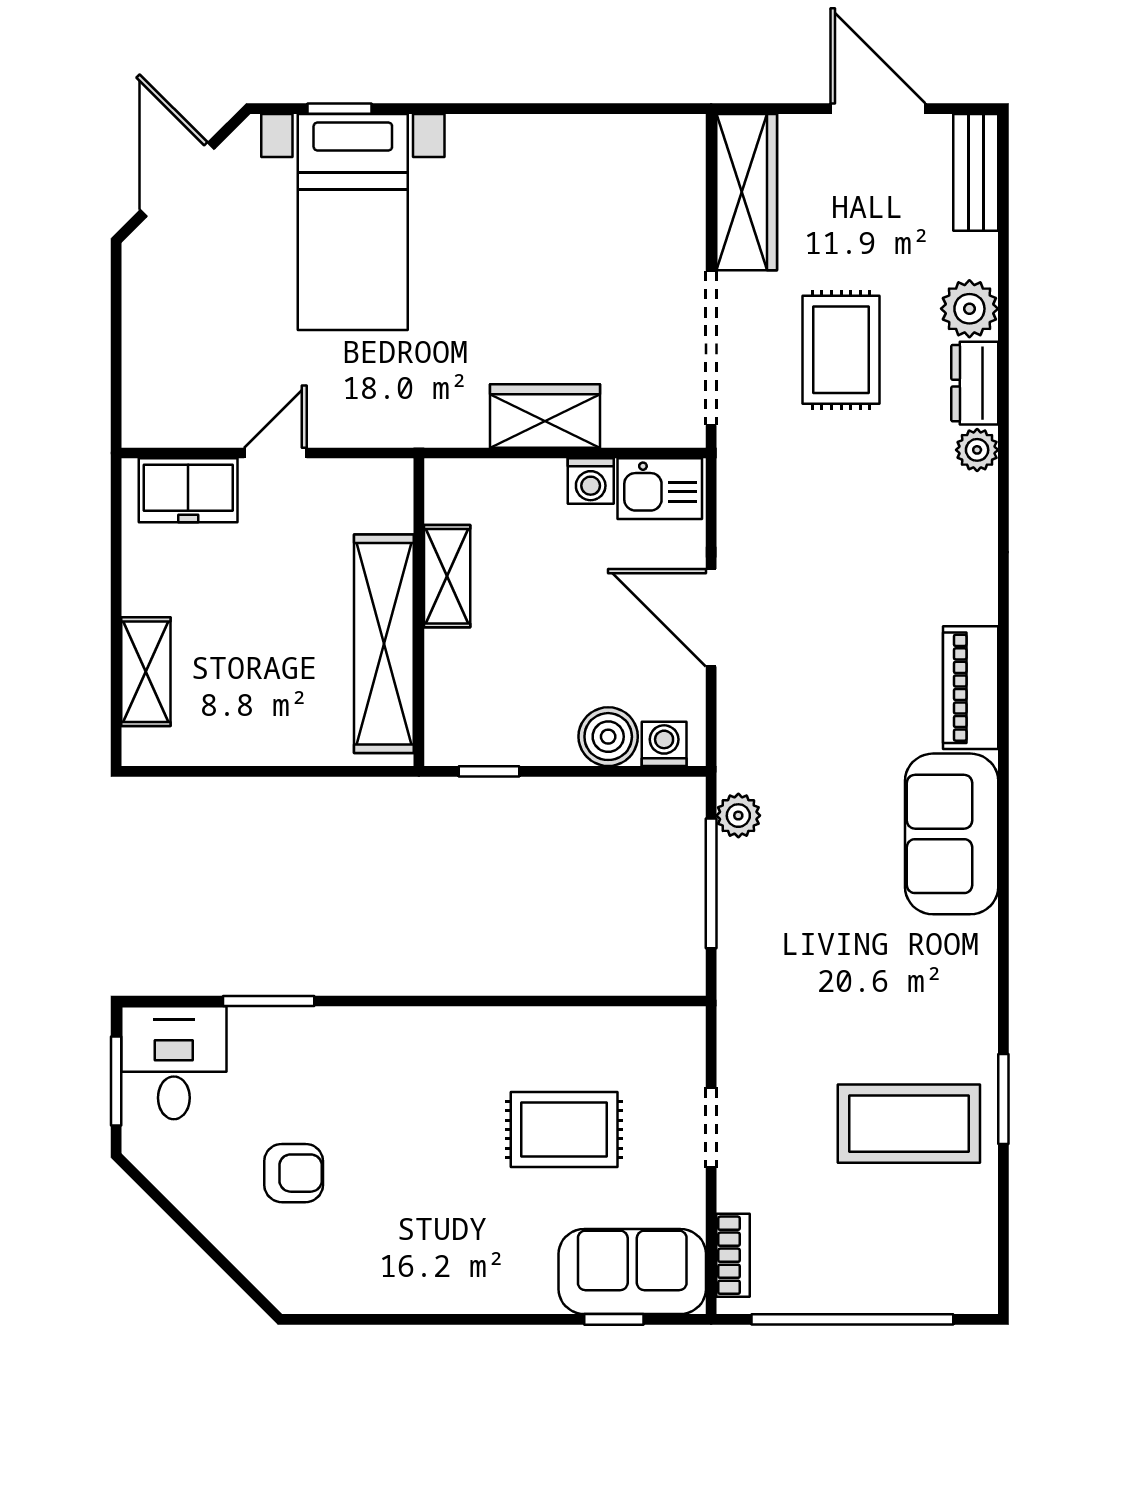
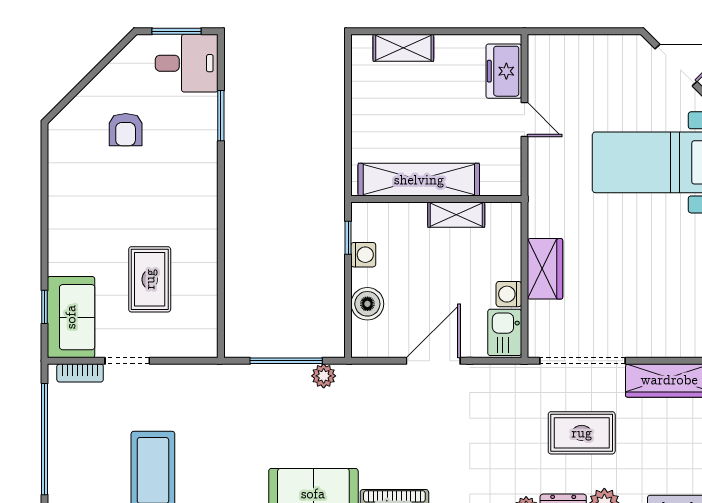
washing machine: (664, 744) -> (363, 255), moved
doorway: (711, 1128) -> (127, 361), moved

